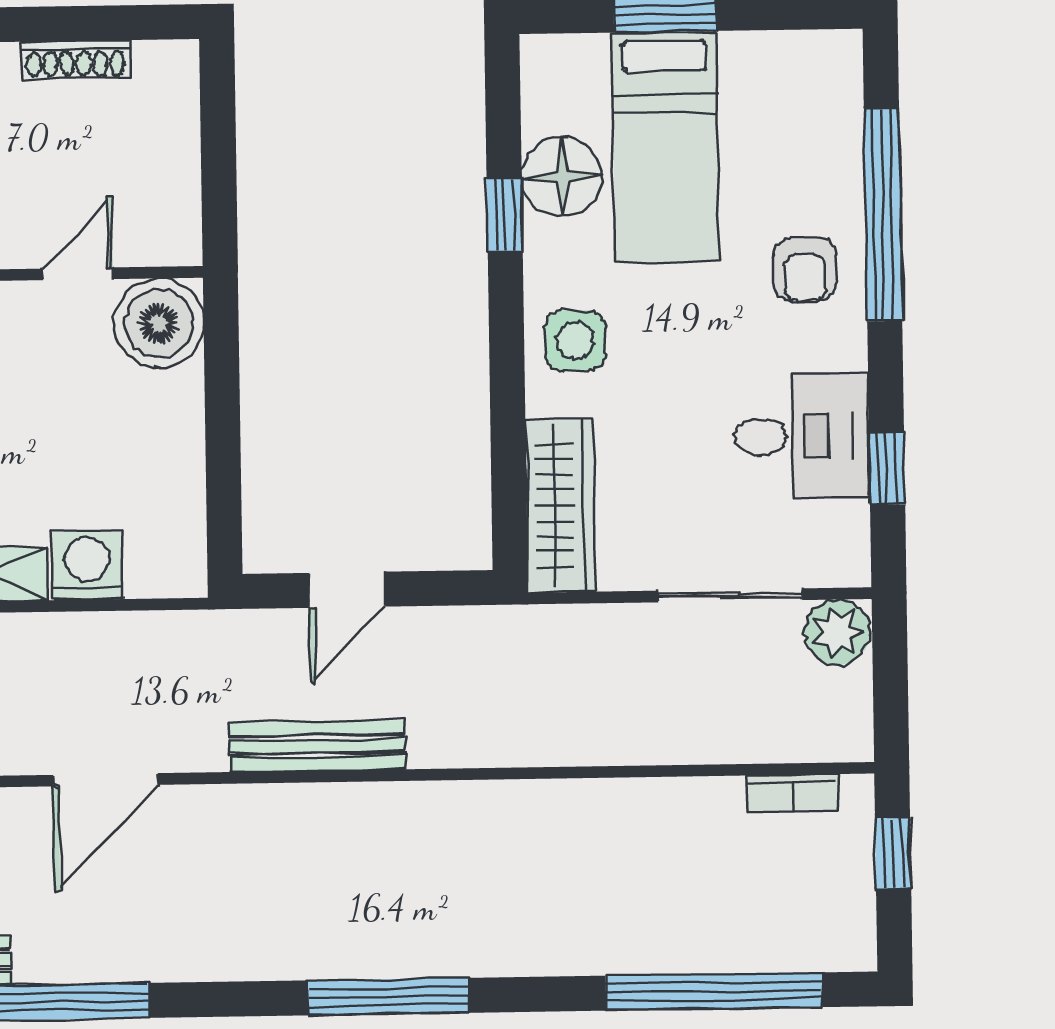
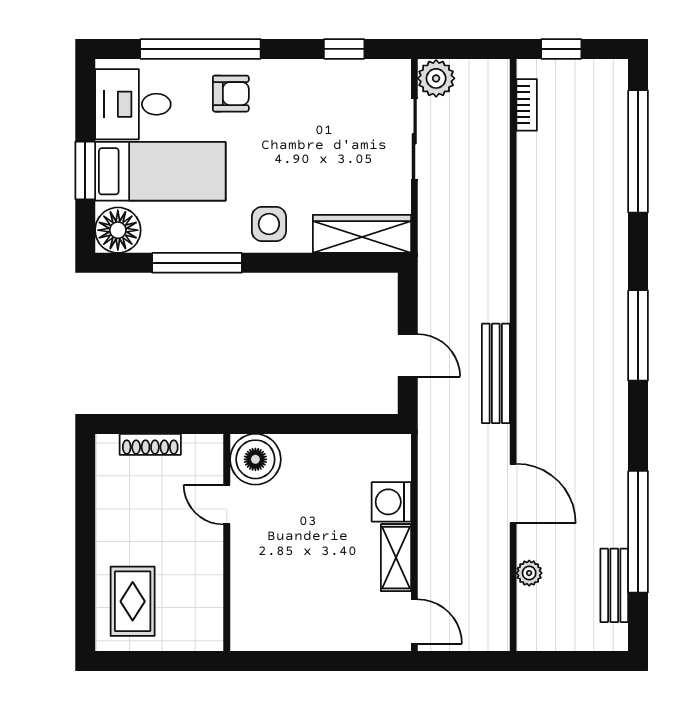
shoe rack: (75, 59) -> (150, 444), moved, turned 90
floor lamp: (562, 177) -> (118, 230), moved
window: (505, 215) -> (197, 263), width x2.17
desk: (802, 436) -> (133, 104), moved, turned -90

